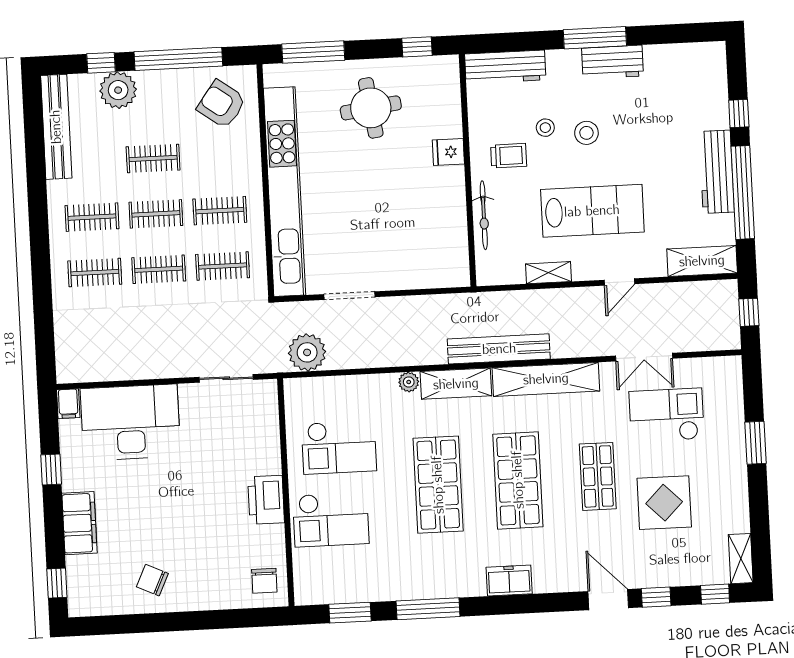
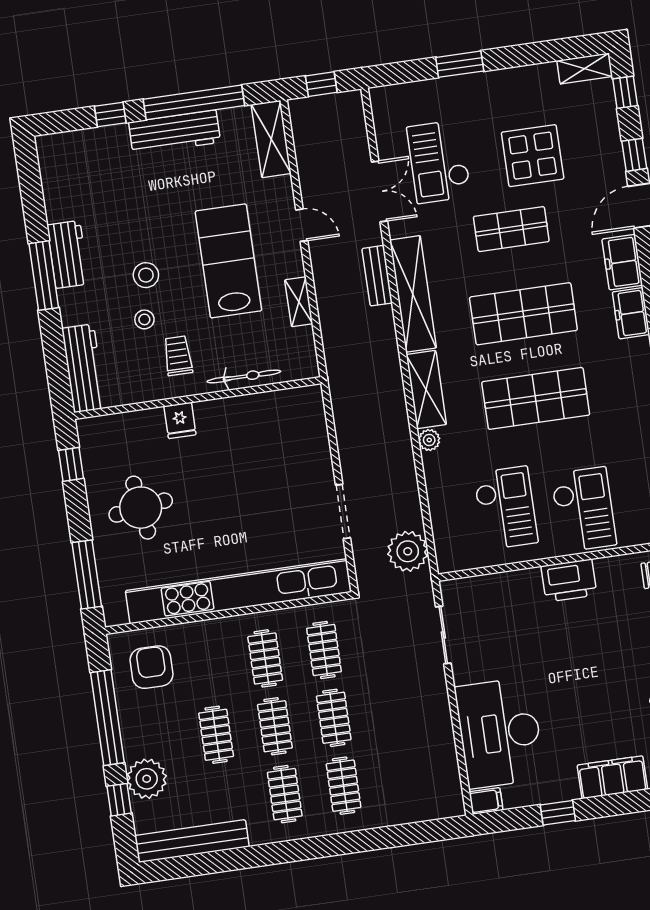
armchair: (222, 104) -> (151, 667), turned 144
bench: (499, 349) -> (377, 276), moved, width x0.54, depth x0.82
freezer: (557, 577) -> (622, 262), added

